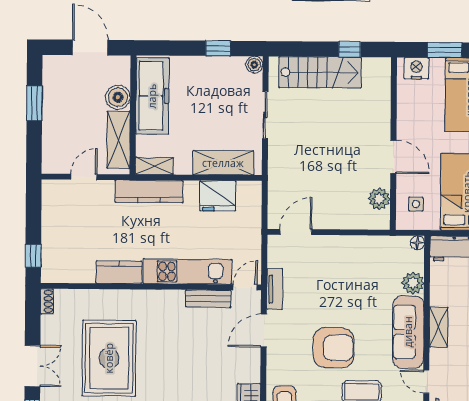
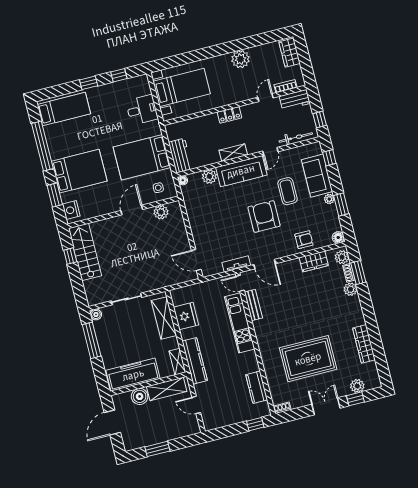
window: (218, 48) -> (92, 340), width x2.17
stairs: (320, 72) -> (85, 252), moved
kitchen counter: (119, 272) -> (257, 387), moved

